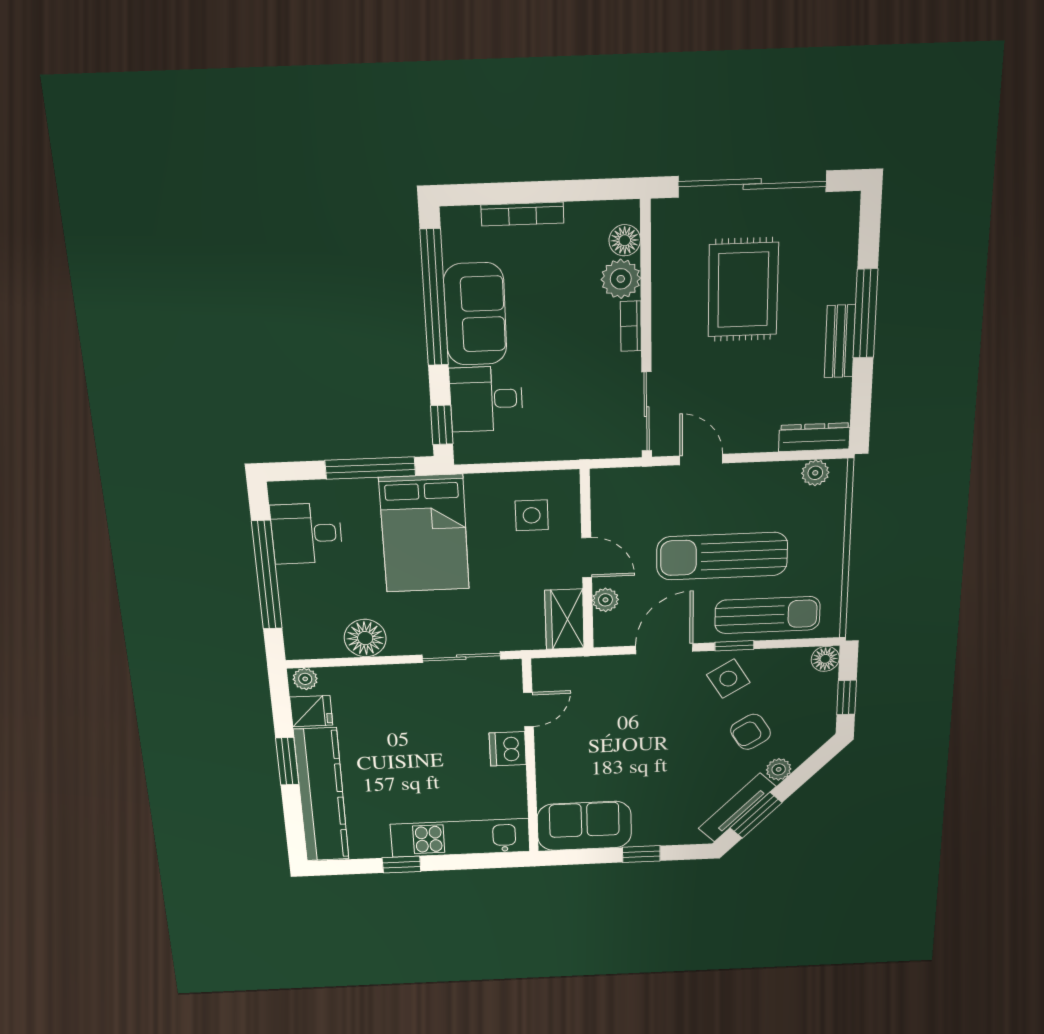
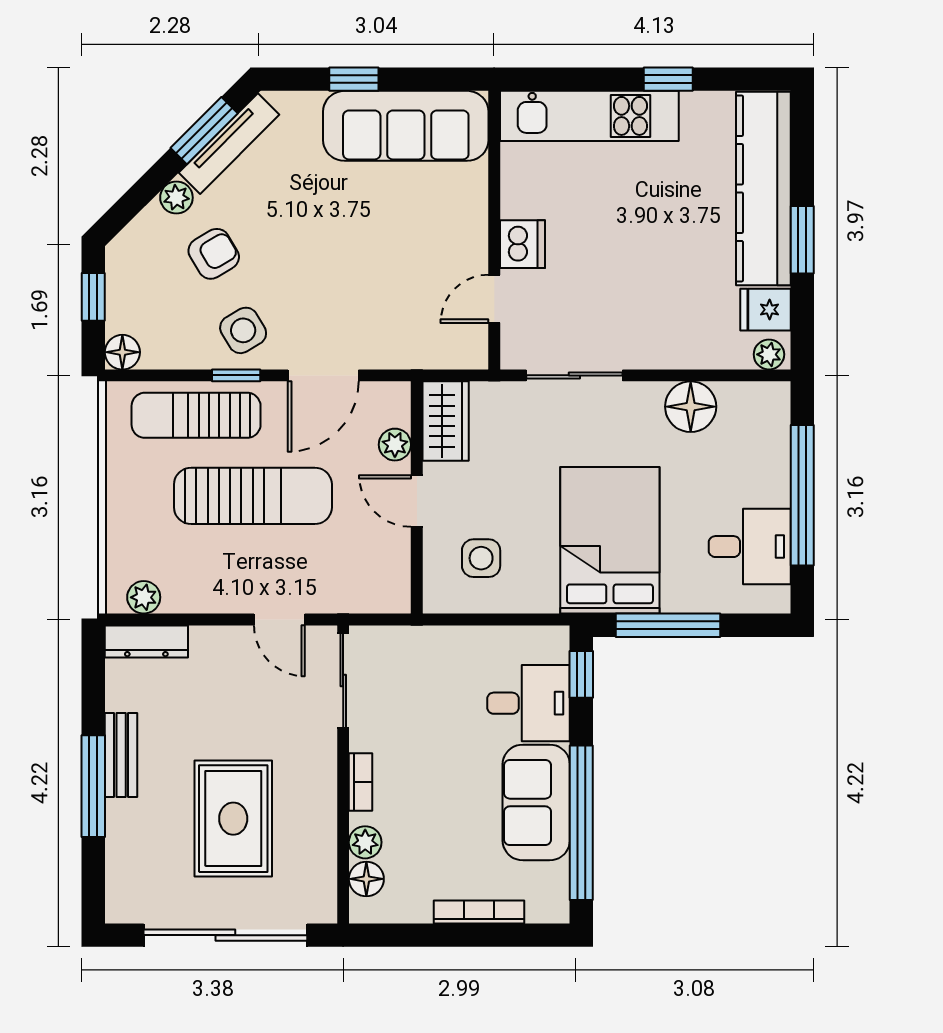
plant: (621, 279) -> (365, 842), width x0.73, depth x0.73
sofa: (584, 826) -> (406, 126), width x1.36

